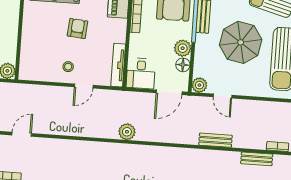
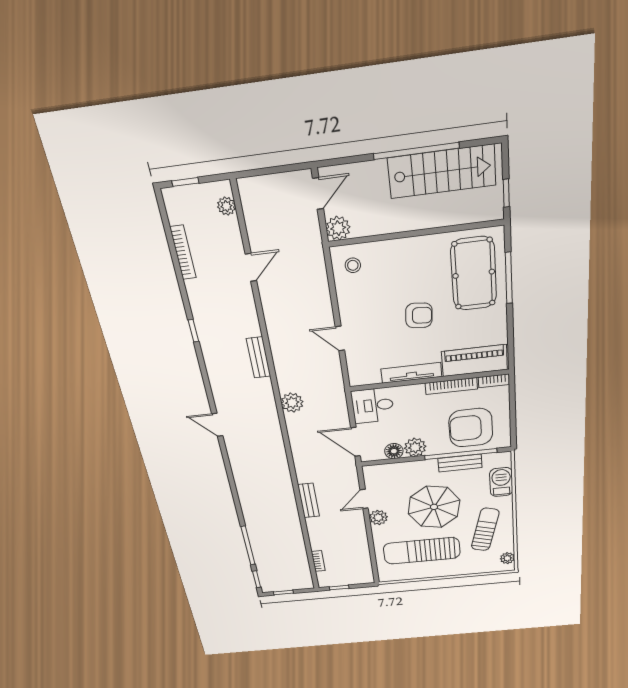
tv unit: (118, 65) -> (411, 373), moved
stool: (68, 67) -> (353, 265), moved
plant: (199, 85) -> (378, 517), moved
door: (22, 134) -> (251, 267), hinge flipped
bench: (257, 159) -> (259, 357), moved

